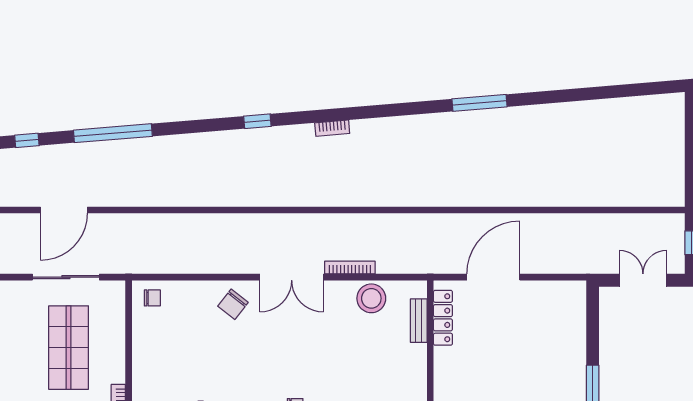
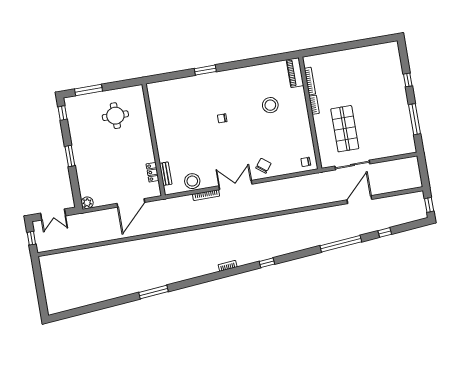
plant: (575, 291) -> (87, 203), added
locker: (443, 318) -> (153, 172), width x0.66

